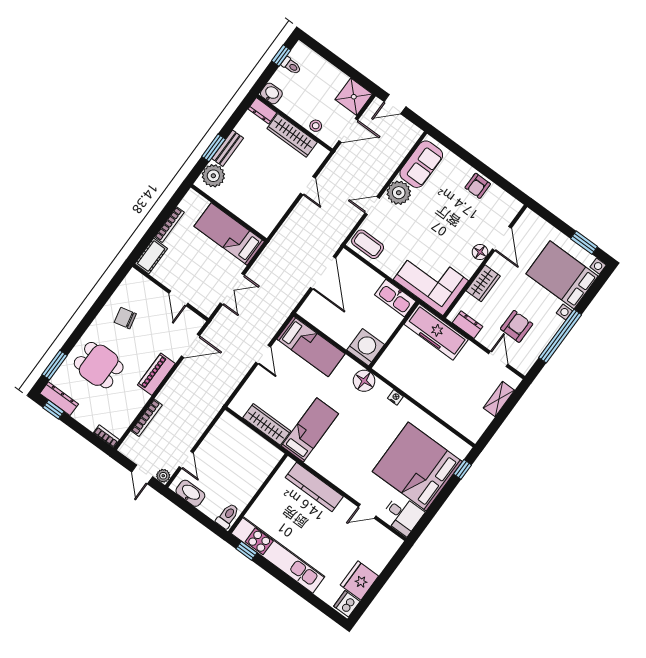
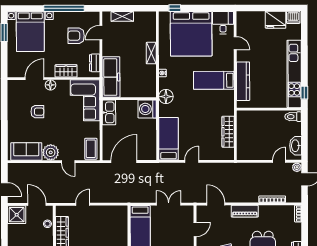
armchair: (478, 186) -> (37, 112), moved
shelving: (429, 401) -> (151, 53), added
bed: (310, 430) -> (214, 80), moved

